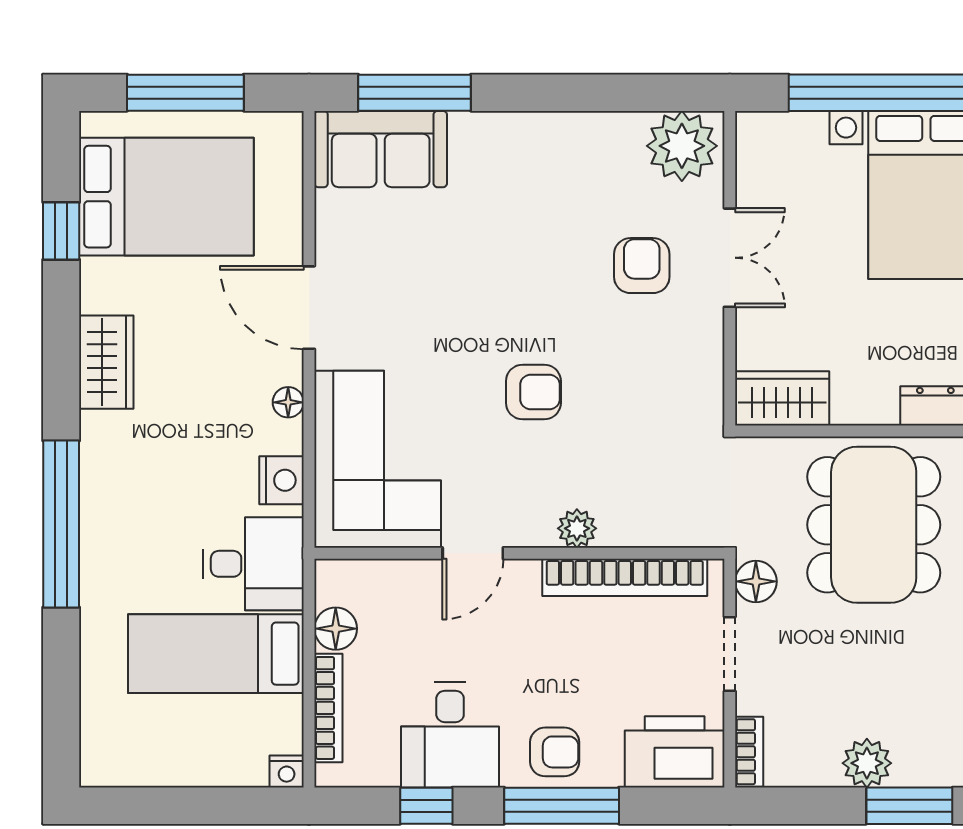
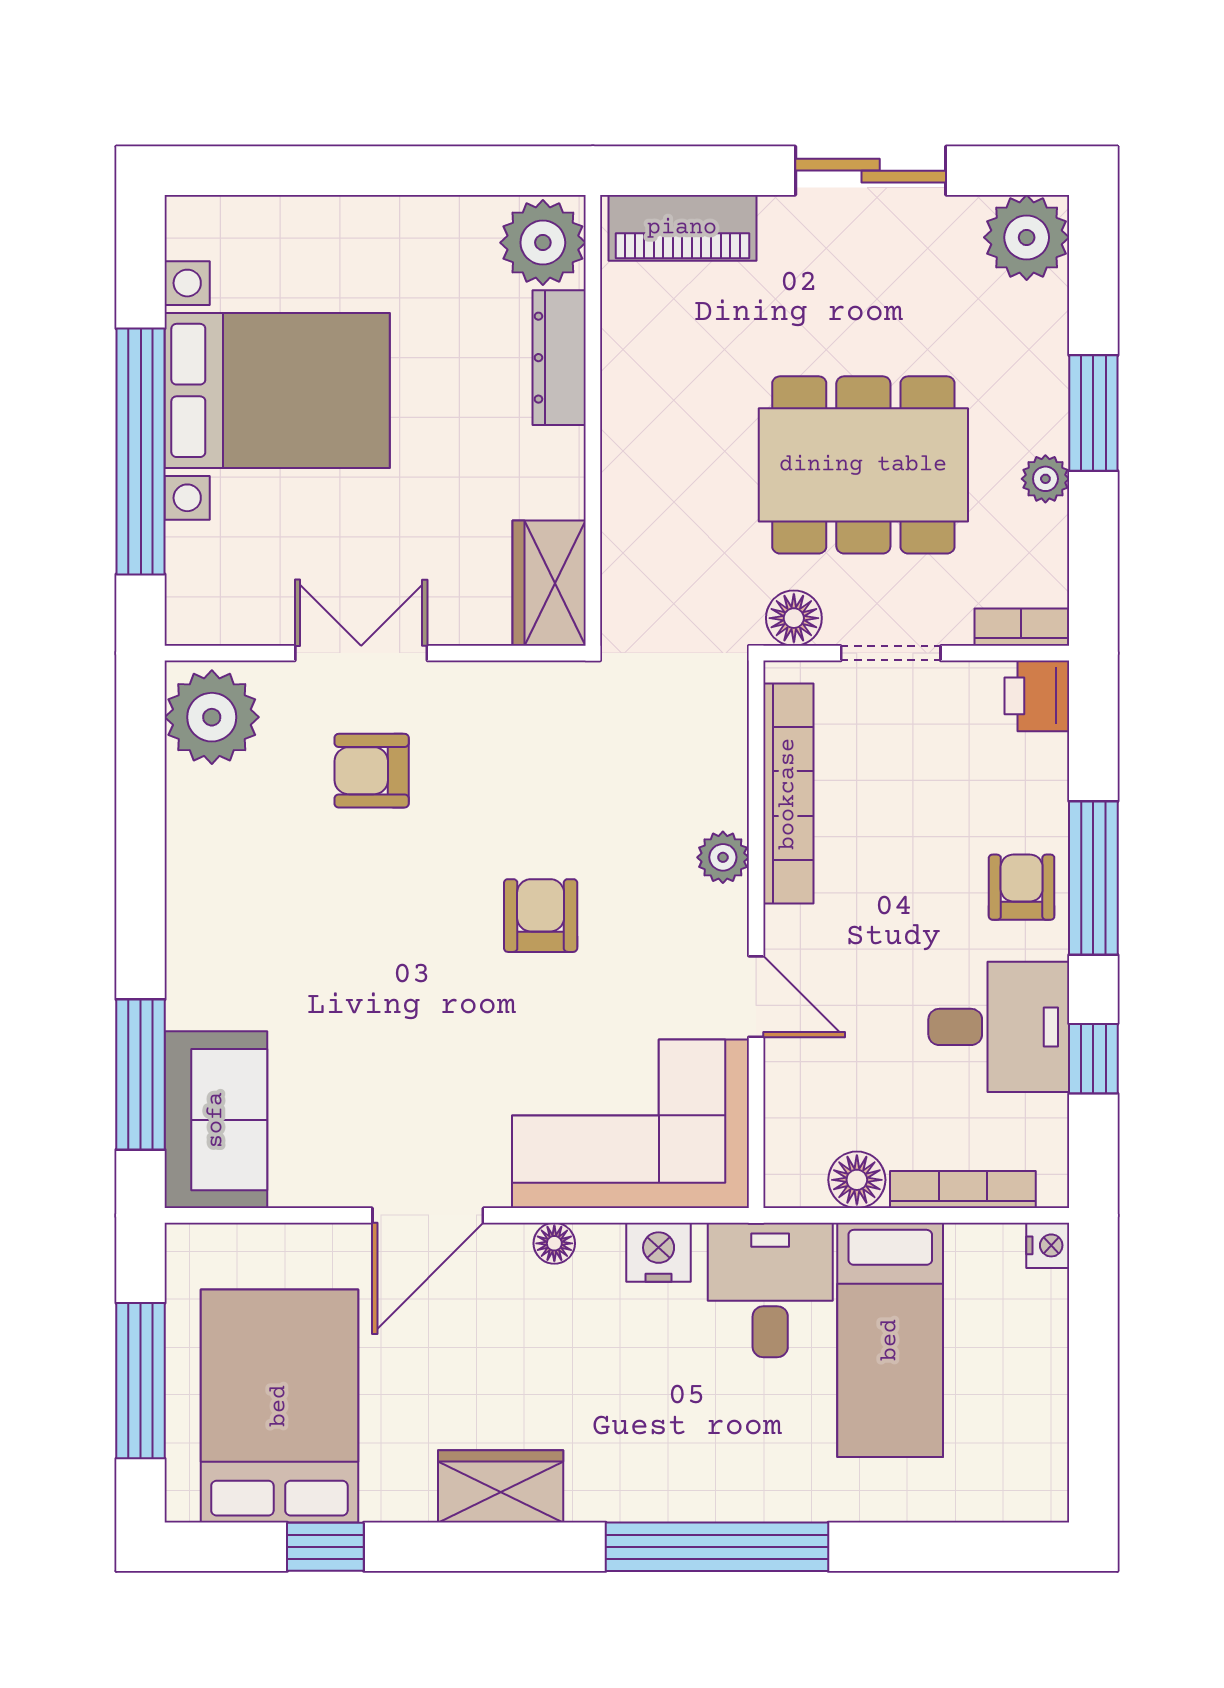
dining table: (874, 525) -> (863, 465), moved
printer: (675, 752) -> (1037, 696), width x0.53, depth x0.68
plant: (867, 763) -> (1045, 479), width x0.73, depth x0.73

